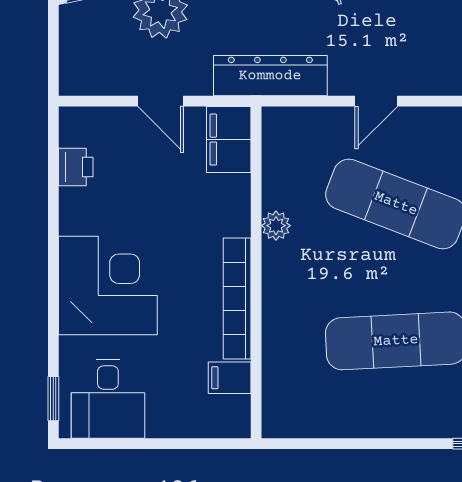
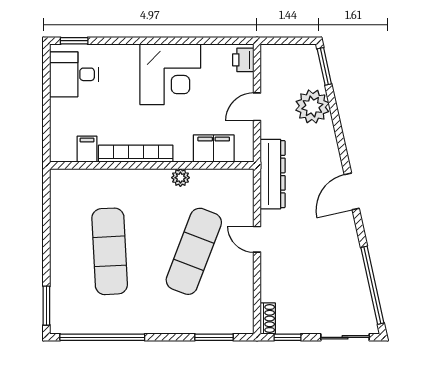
filing cabinet: (229, 140) -> (214, 149), moved
printer: (76, 167) -> (243, 60), moved, turned 90
corner desk: (108, 285) -> (170, 74), moved

